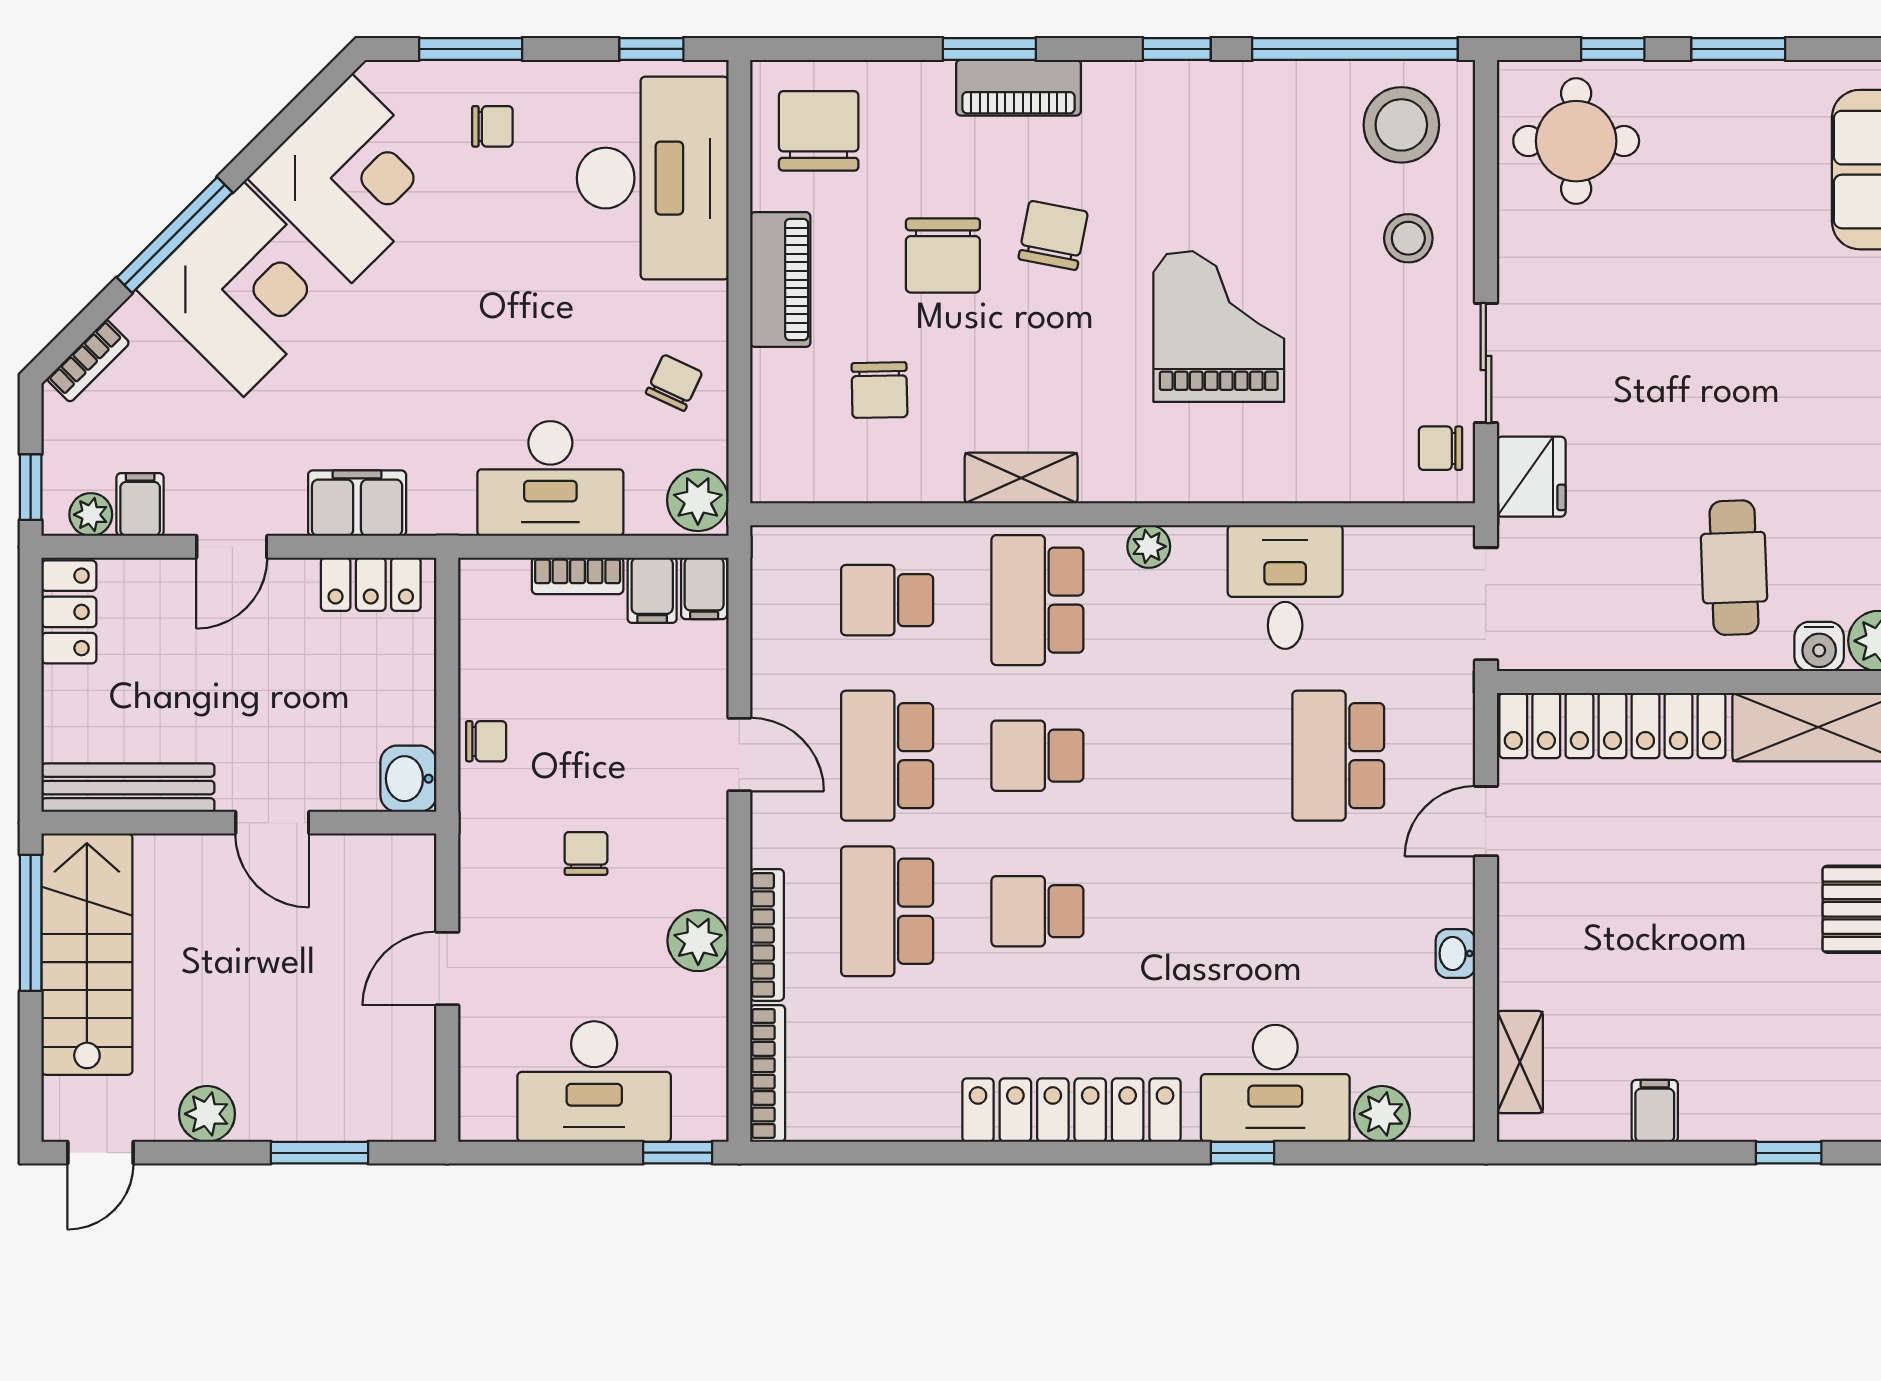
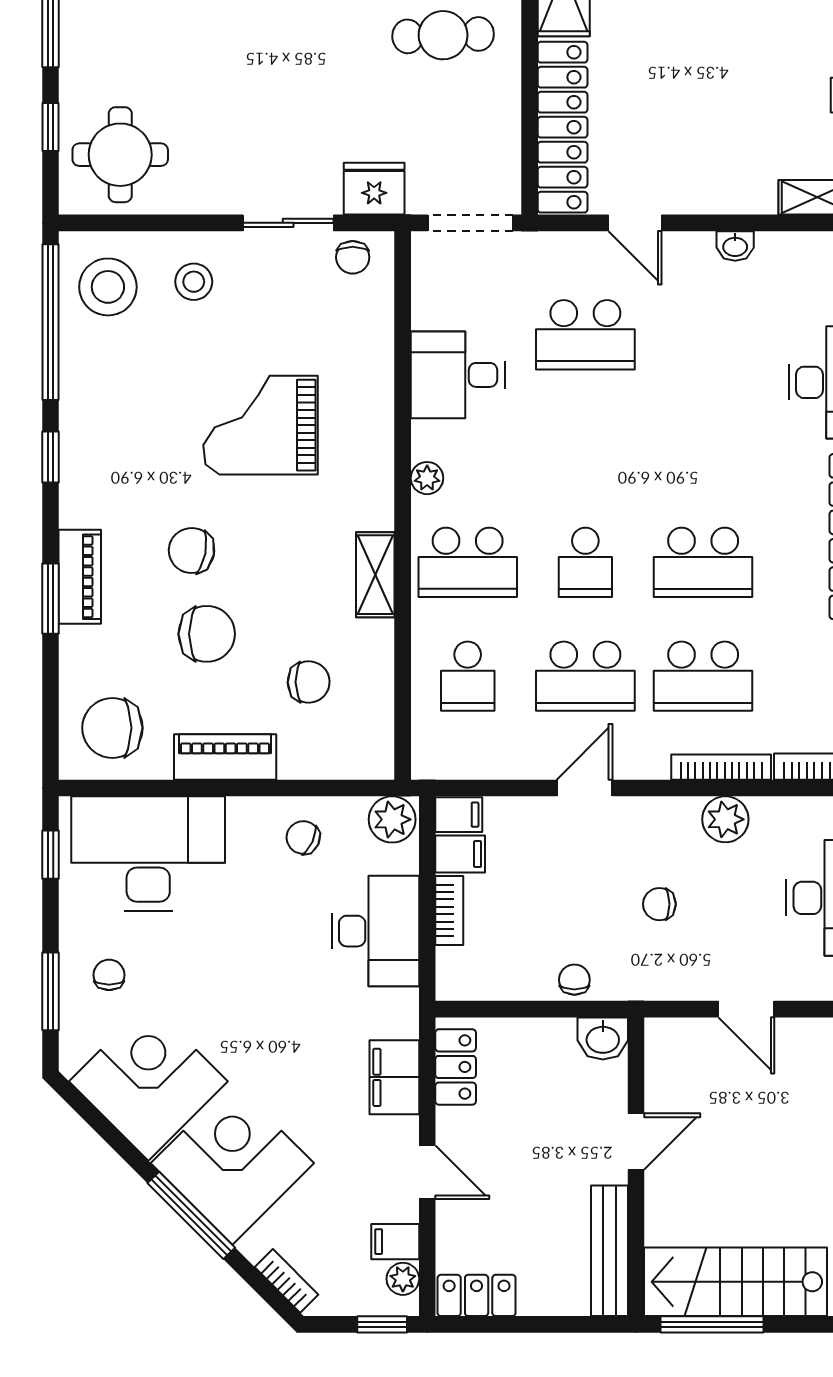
school desk: (1037, 911) -> (703, 562), width x1.85

